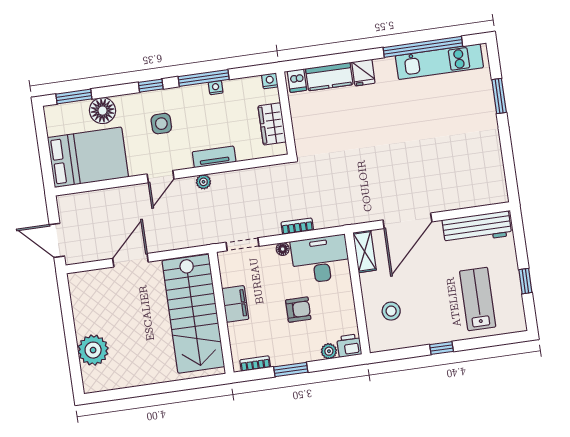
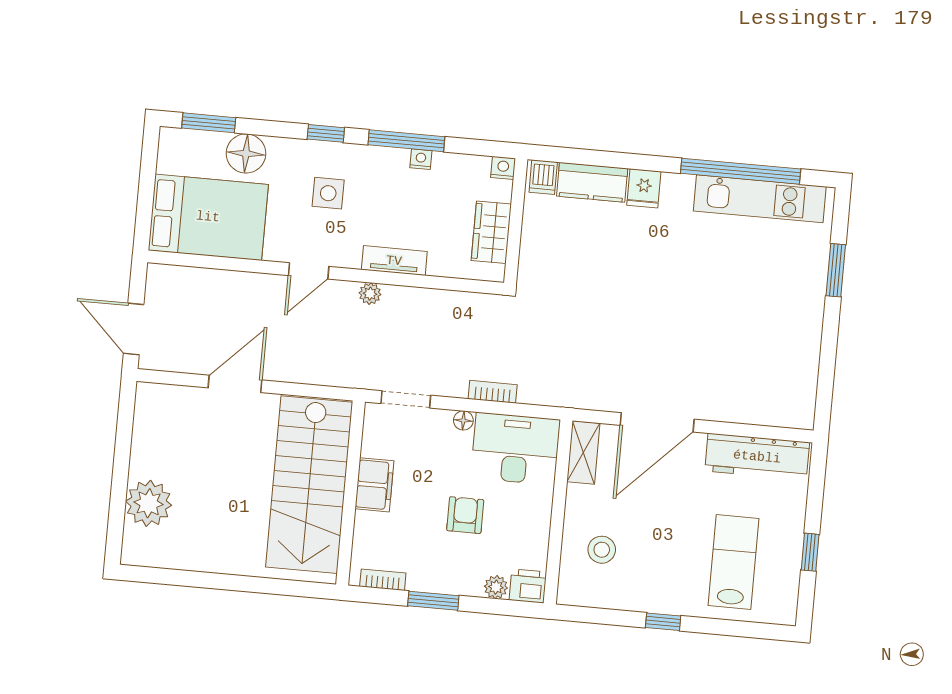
armchair: (298, 310) -> (465, 515), turned -90

